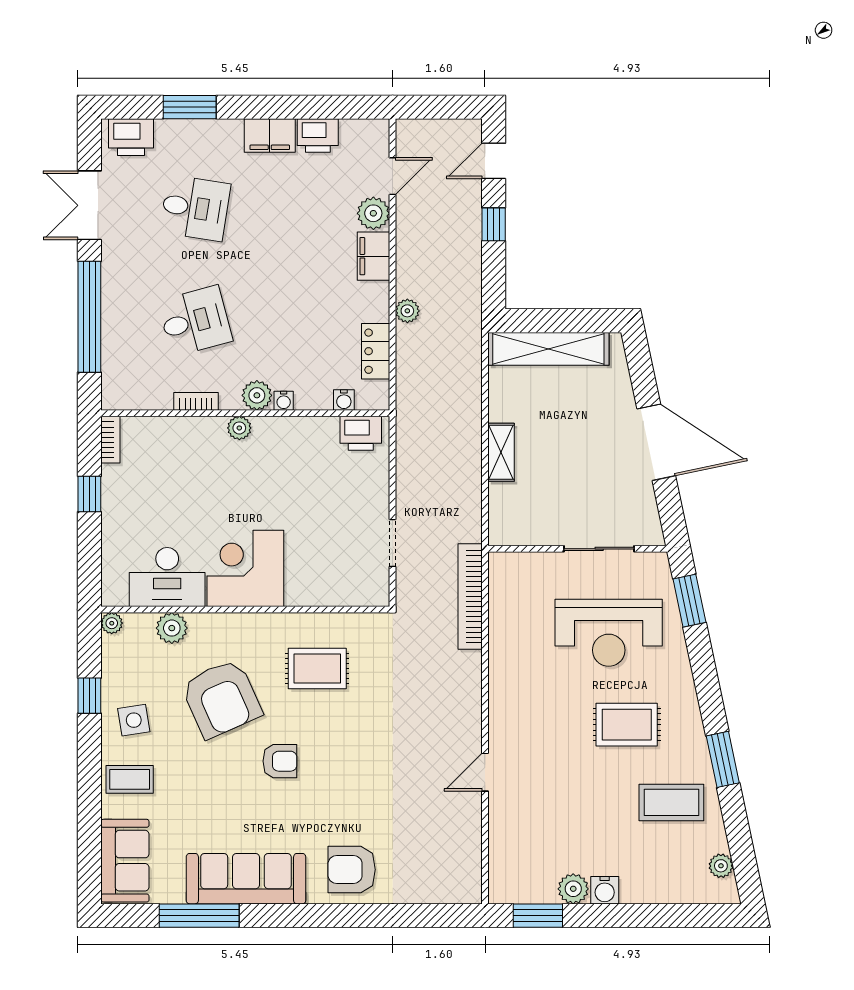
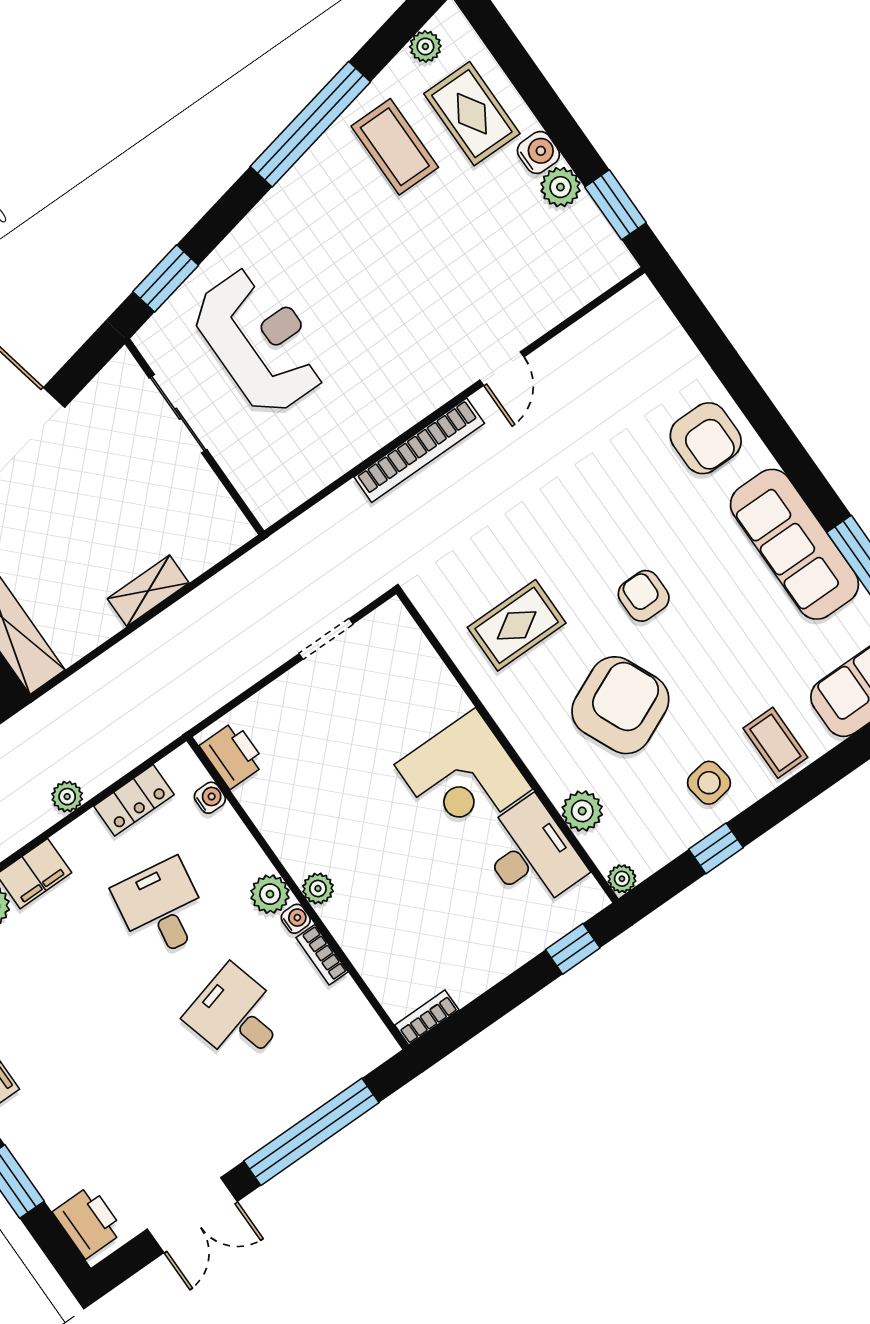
desk: (195, 208) -> (162, 909), moved
water cooler: (284, 401) -> (296, 919), moved
window: (89, 494) -> (573, 949), moved
bookcase: (470, 597) -> (419, 450), moved
rug: (317, 668) -> (517, 625), turned 90
rug: (627, 725) -> (472, 114), moved
window: (723, 759) -> (310, 124), width x2.11
door: (485, 772) -> (502, 369), hinge flipped

